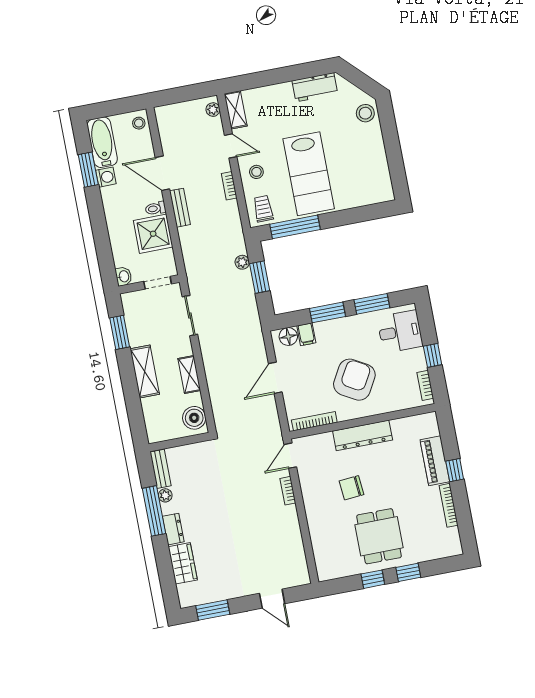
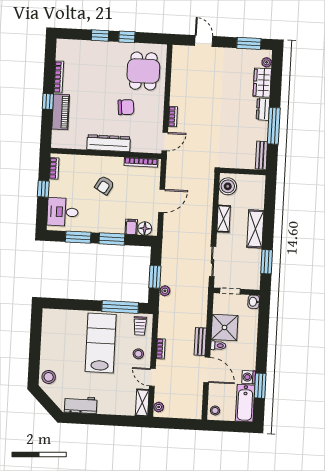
armchair: (354, 380) -> (104, 185), width x0.53, depth x0.53
plant: (165, 495) -> (267, 62), moved
dining table: (379, 536) -> (143, 71), moved

